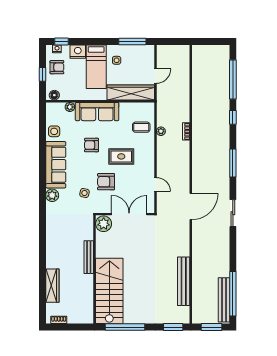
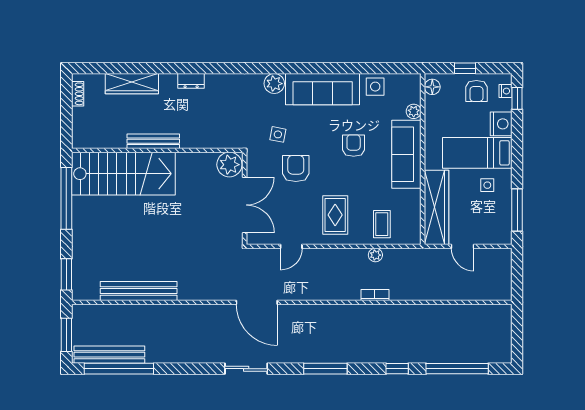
rug: (121, 156) -> (335, 215), moved
dresser: (51, 248) -> (191, 81), added
bench: (89, 257) -> (153, 141), moved

